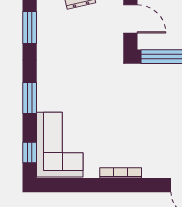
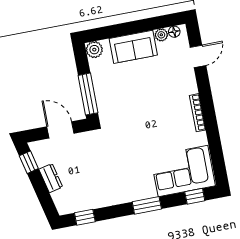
door: (130, 19) -> (60, 130), hinge flipped
window: (30, 27) -> (85, 217), width x0.67

